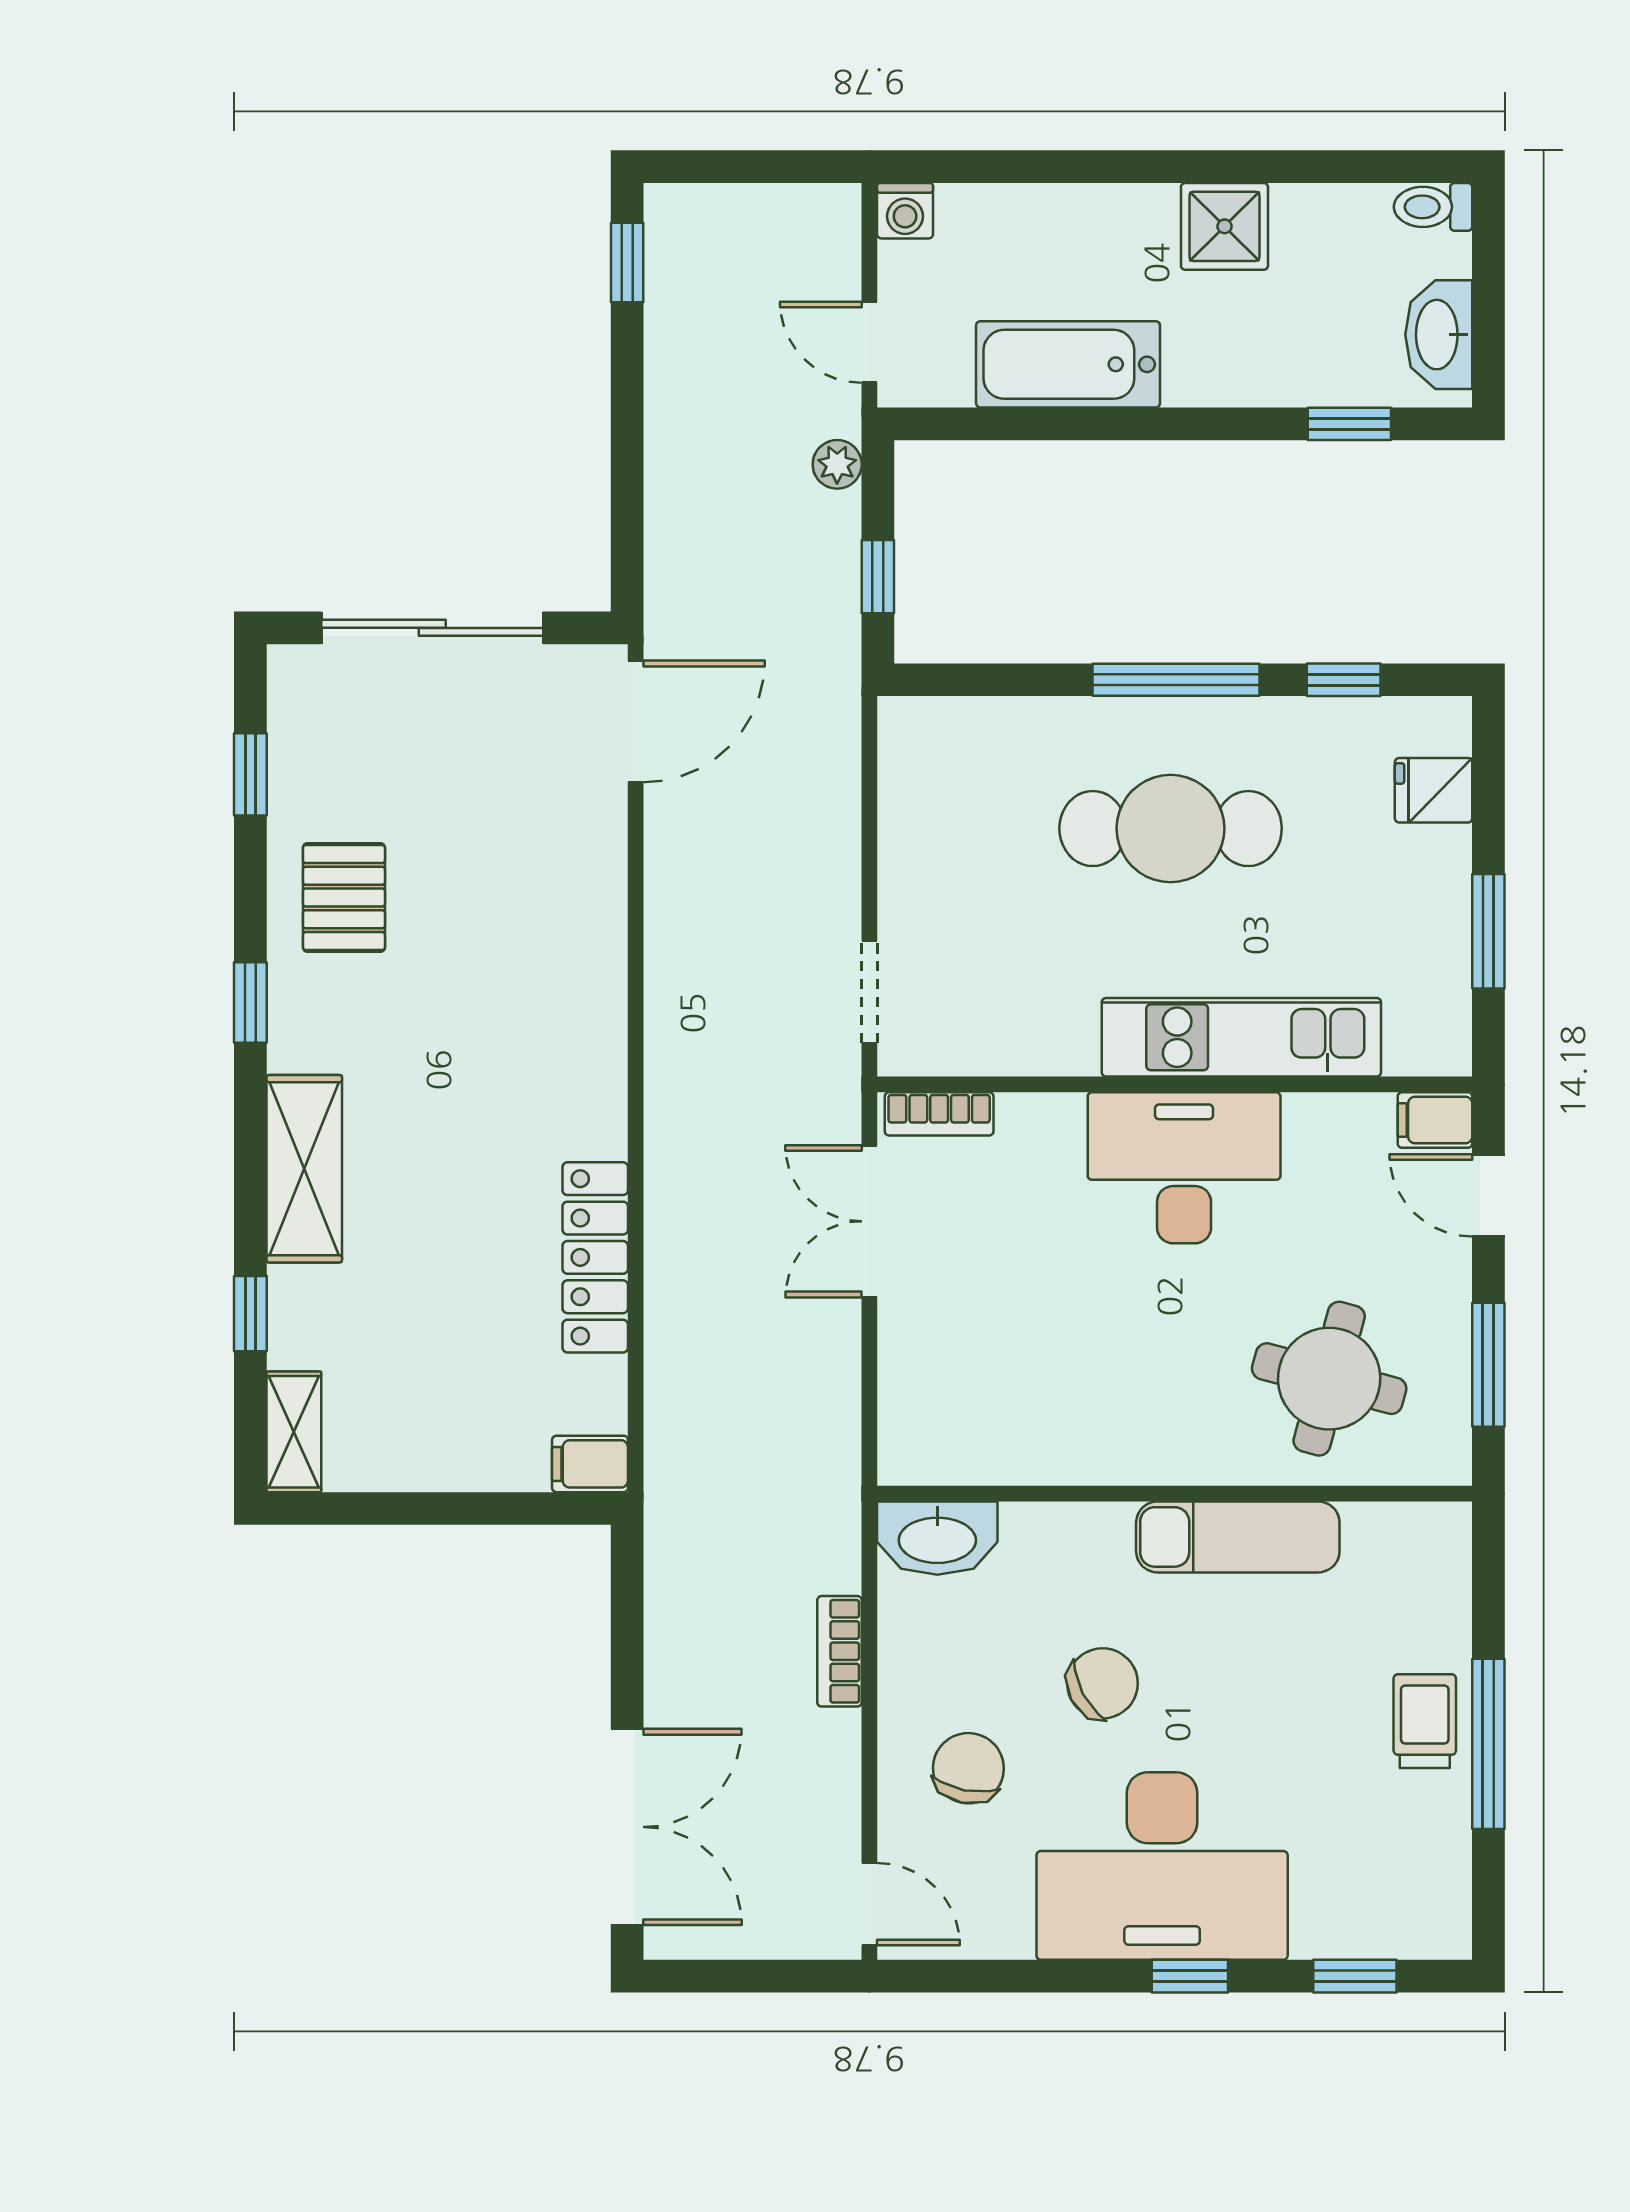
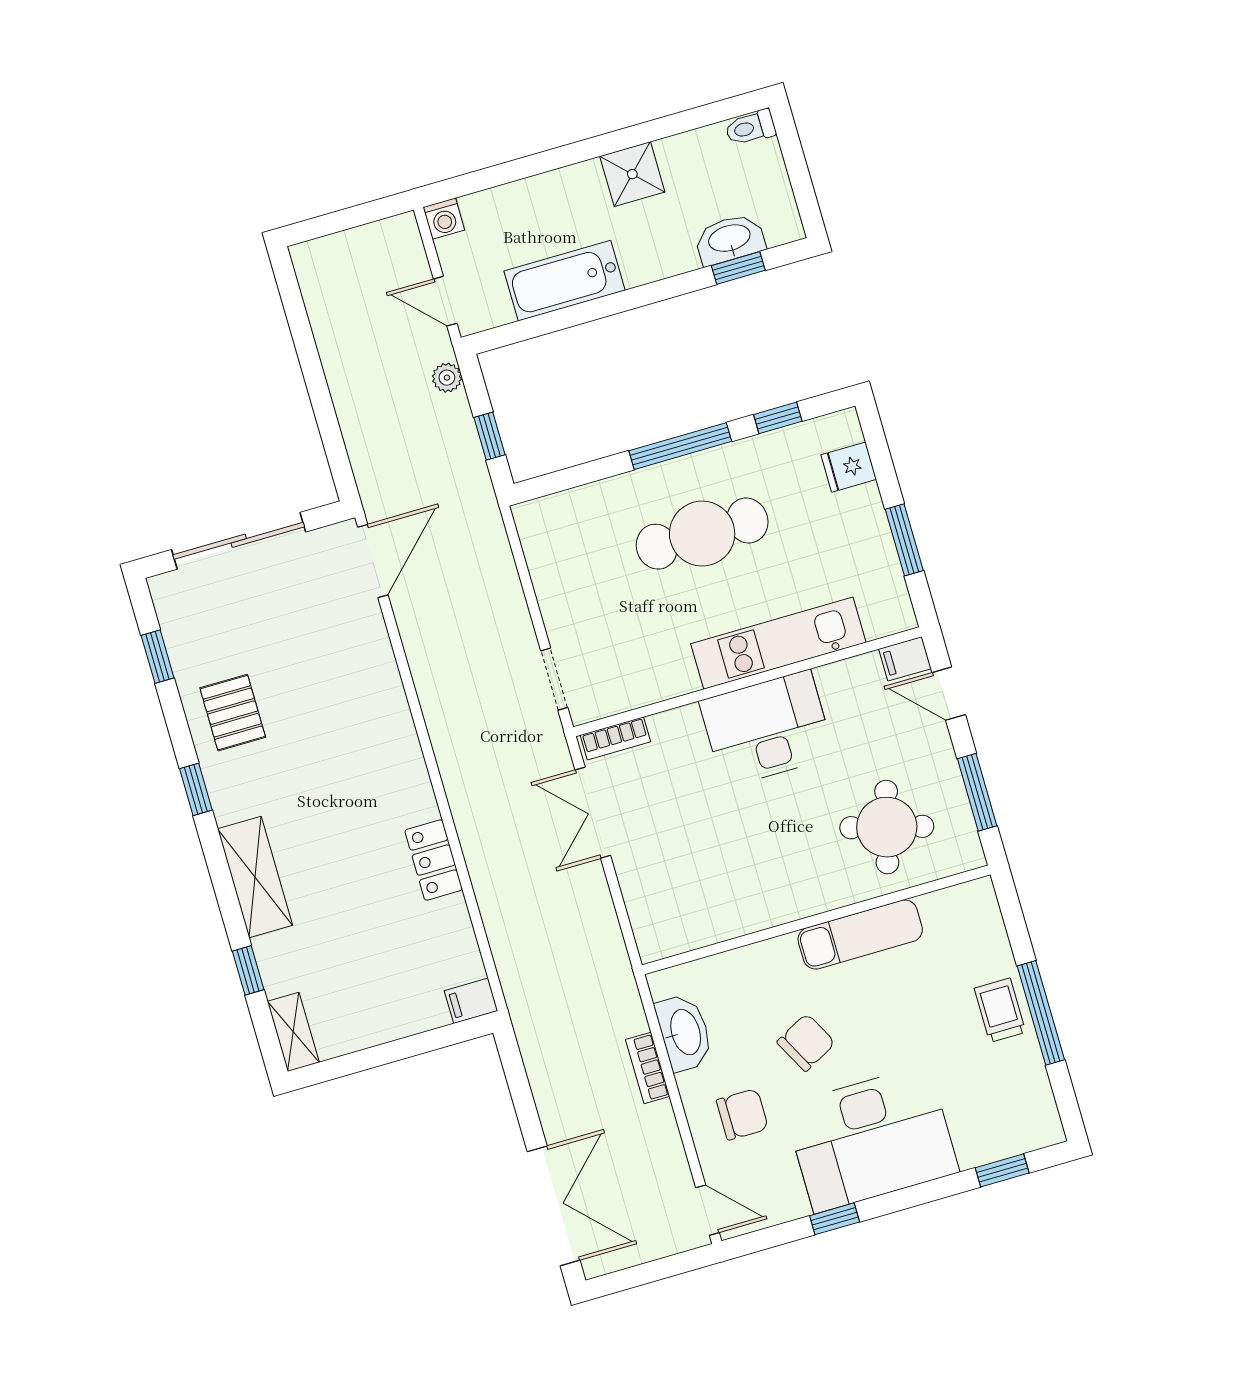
window: (627, 262) -> (291, 295), removed
washbasin: (1439, 335) -> (730, 239), moved, turned 90
locker: (595, 1257) -> (434, 860), width x0.66
washbasin: (937, 1538) -> (684, 1032), moved, turned -90
chair: (968, 1768) -> (742, 1114), turned 79
window: (1190, 1976) -> (835, 1219), moved

